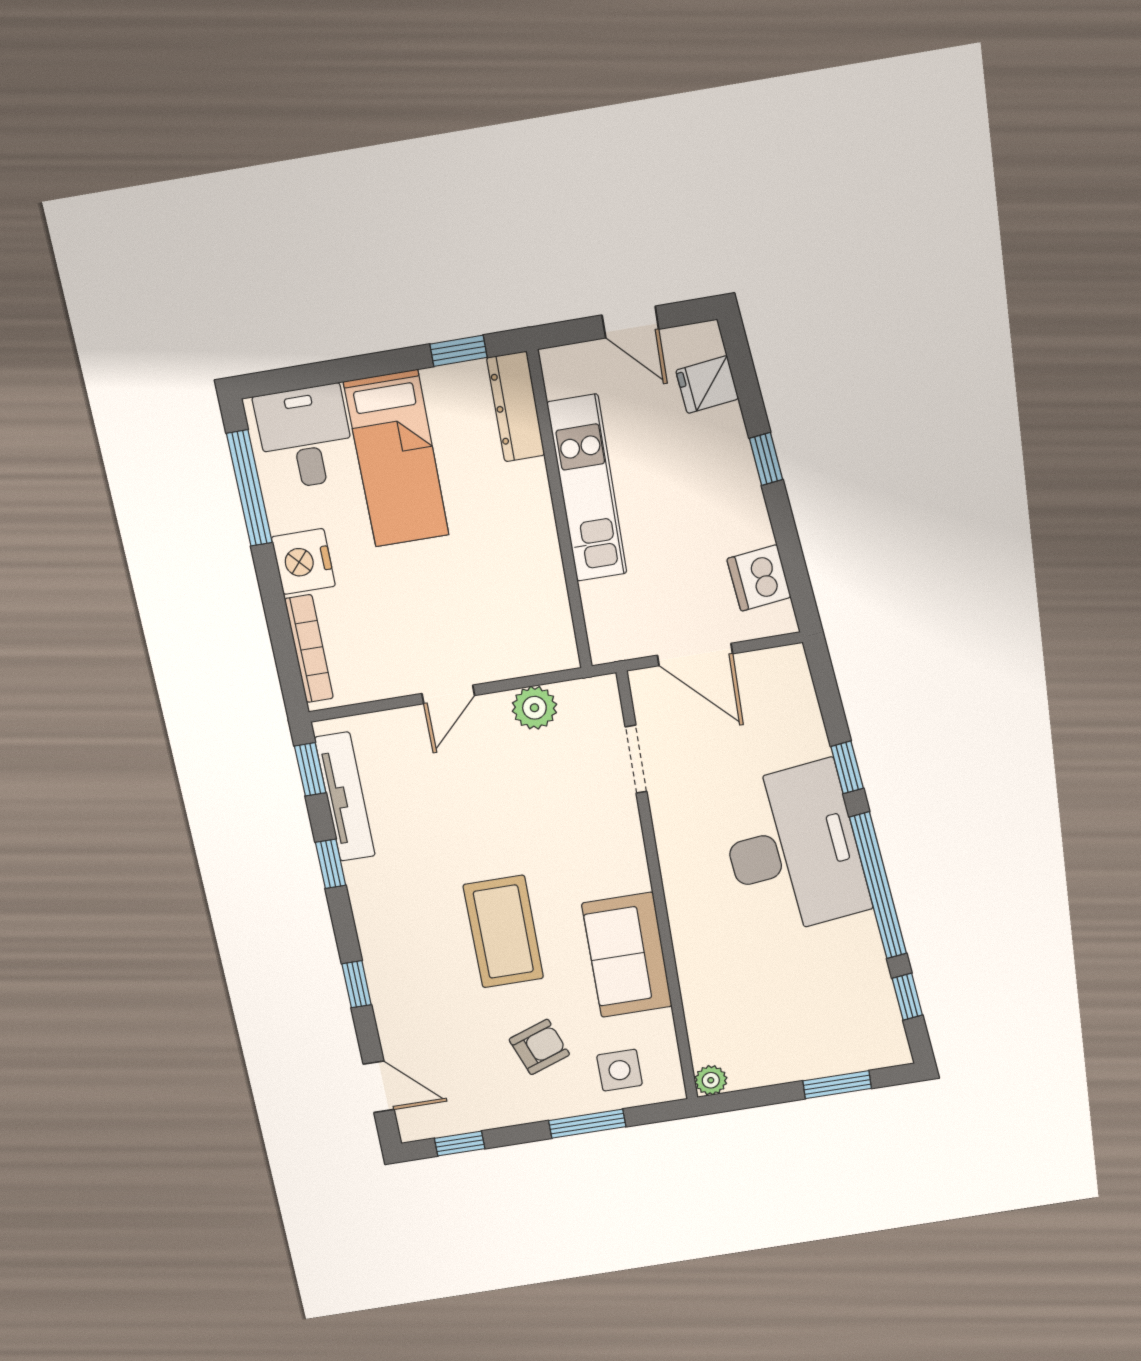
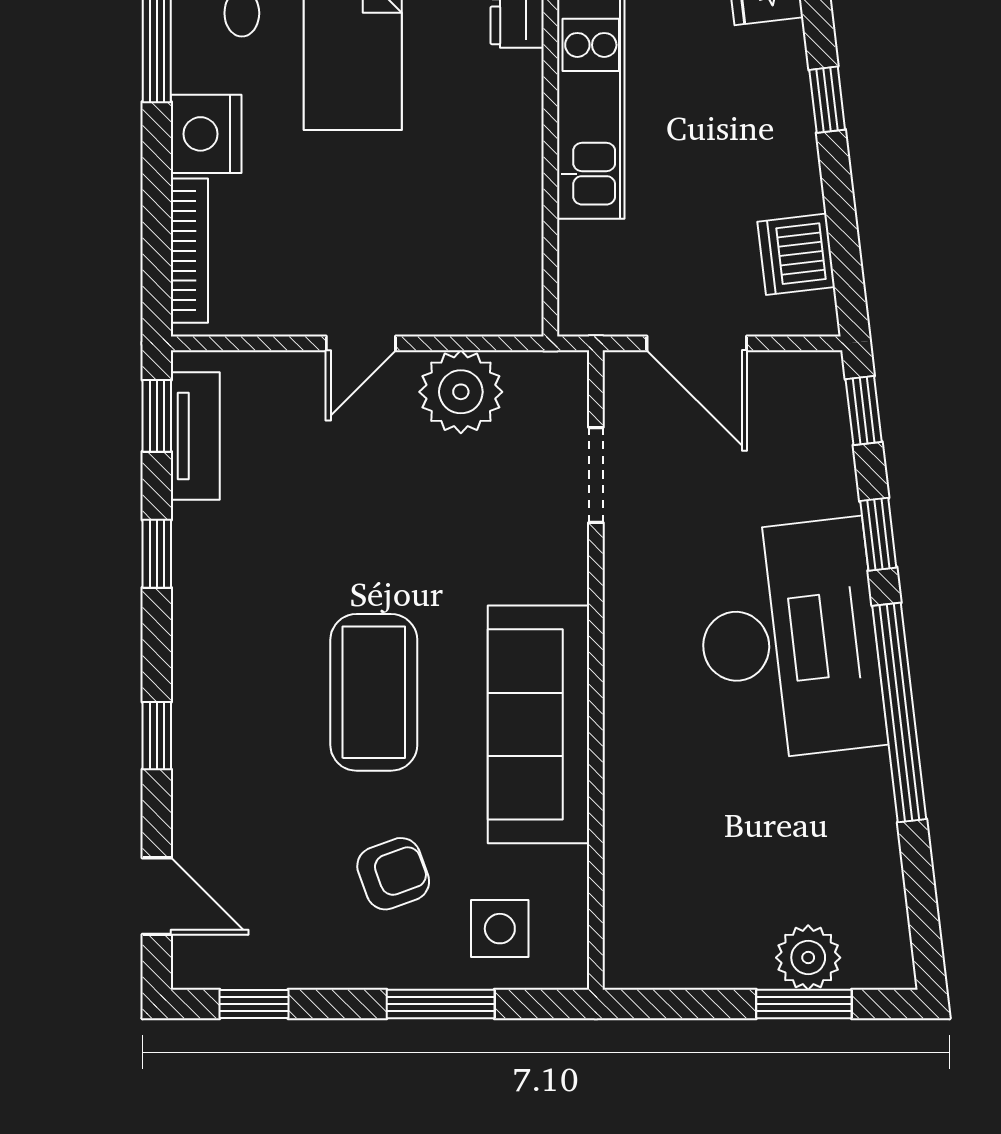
plant: (534, 708) -> (461, 392), width x1.36, depth x1.36
tv unit: (345, 797) -> (195, 436), width x0.71
sofa: (627, 955) -> (538, 724), width x1.36
window: (907, 997) -> (864, 411), moved
plant: (711, 1080) -> (808, 958), moved, width x1.38, depth x1.38

